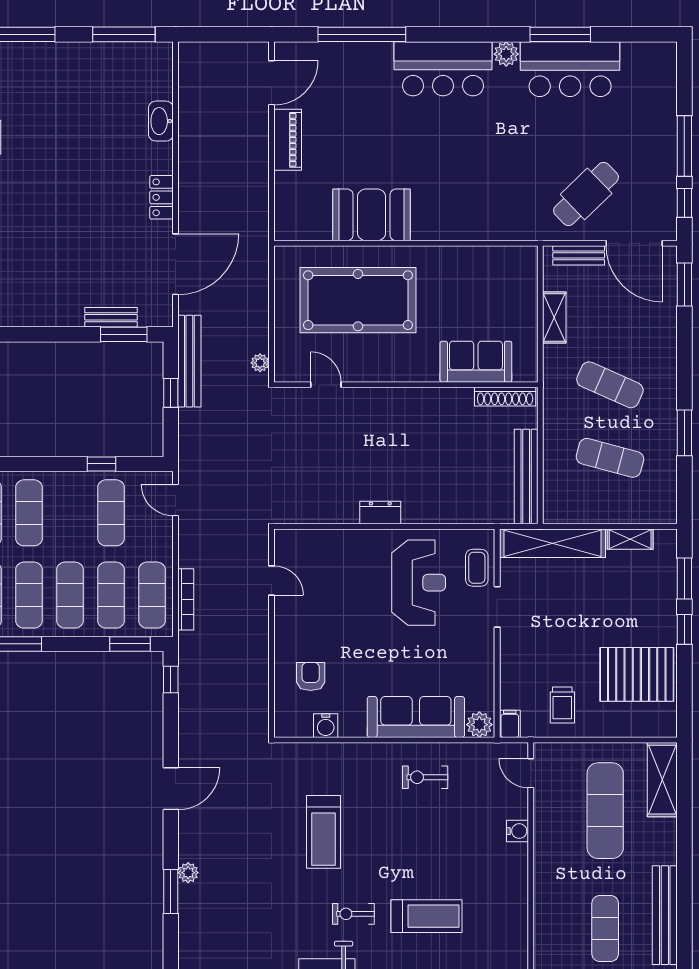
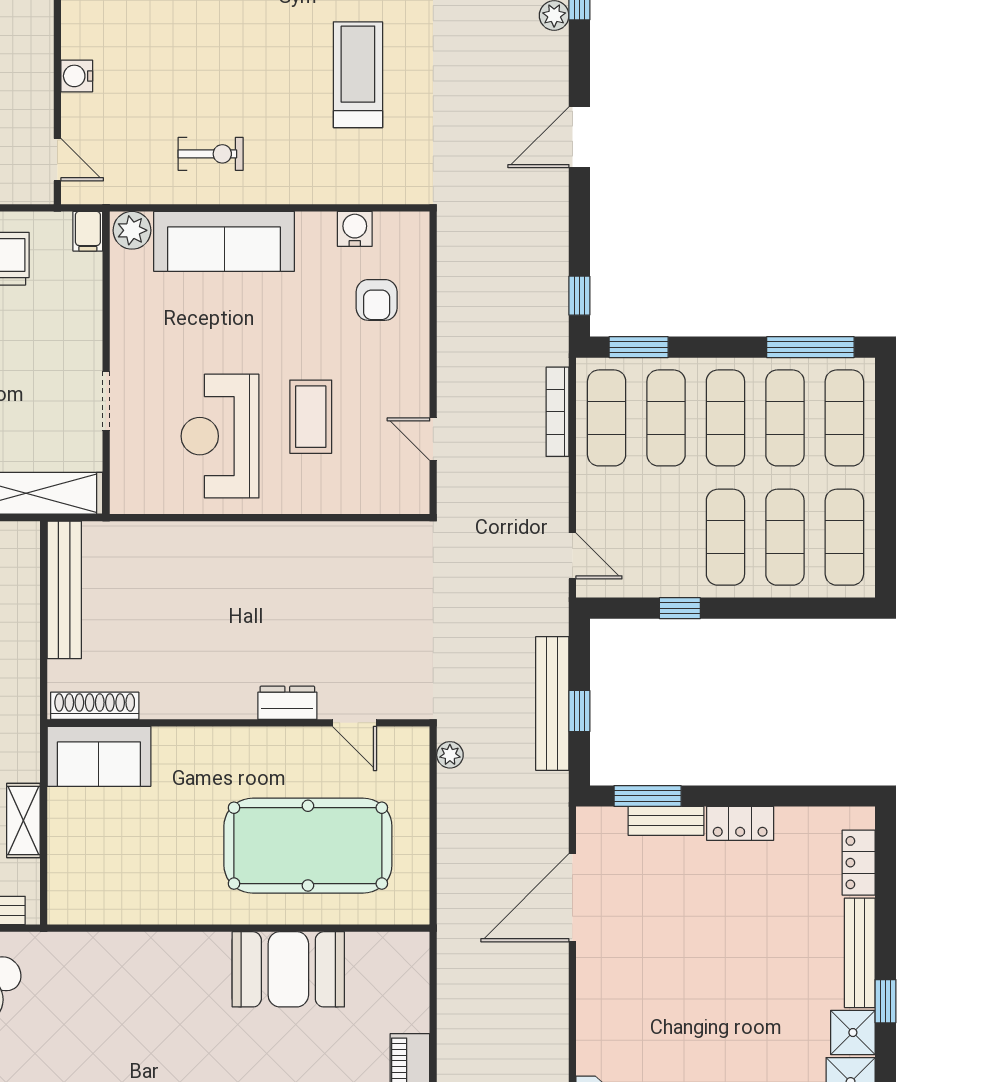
locker: (162, 197) -> (740, 823), moved, turned 90
bench: (189, 361) -> (552, 704), moved
sofa: (476, 362) -> (99, 756), moved
exercise mat: (111, 513) -> (725, 537), moved
dresser: (380, 513) -> (287, 703), moved, turned 180
coffee table: (477, 568) -> (311, 417), moved, width x1.36, depth x1.30

